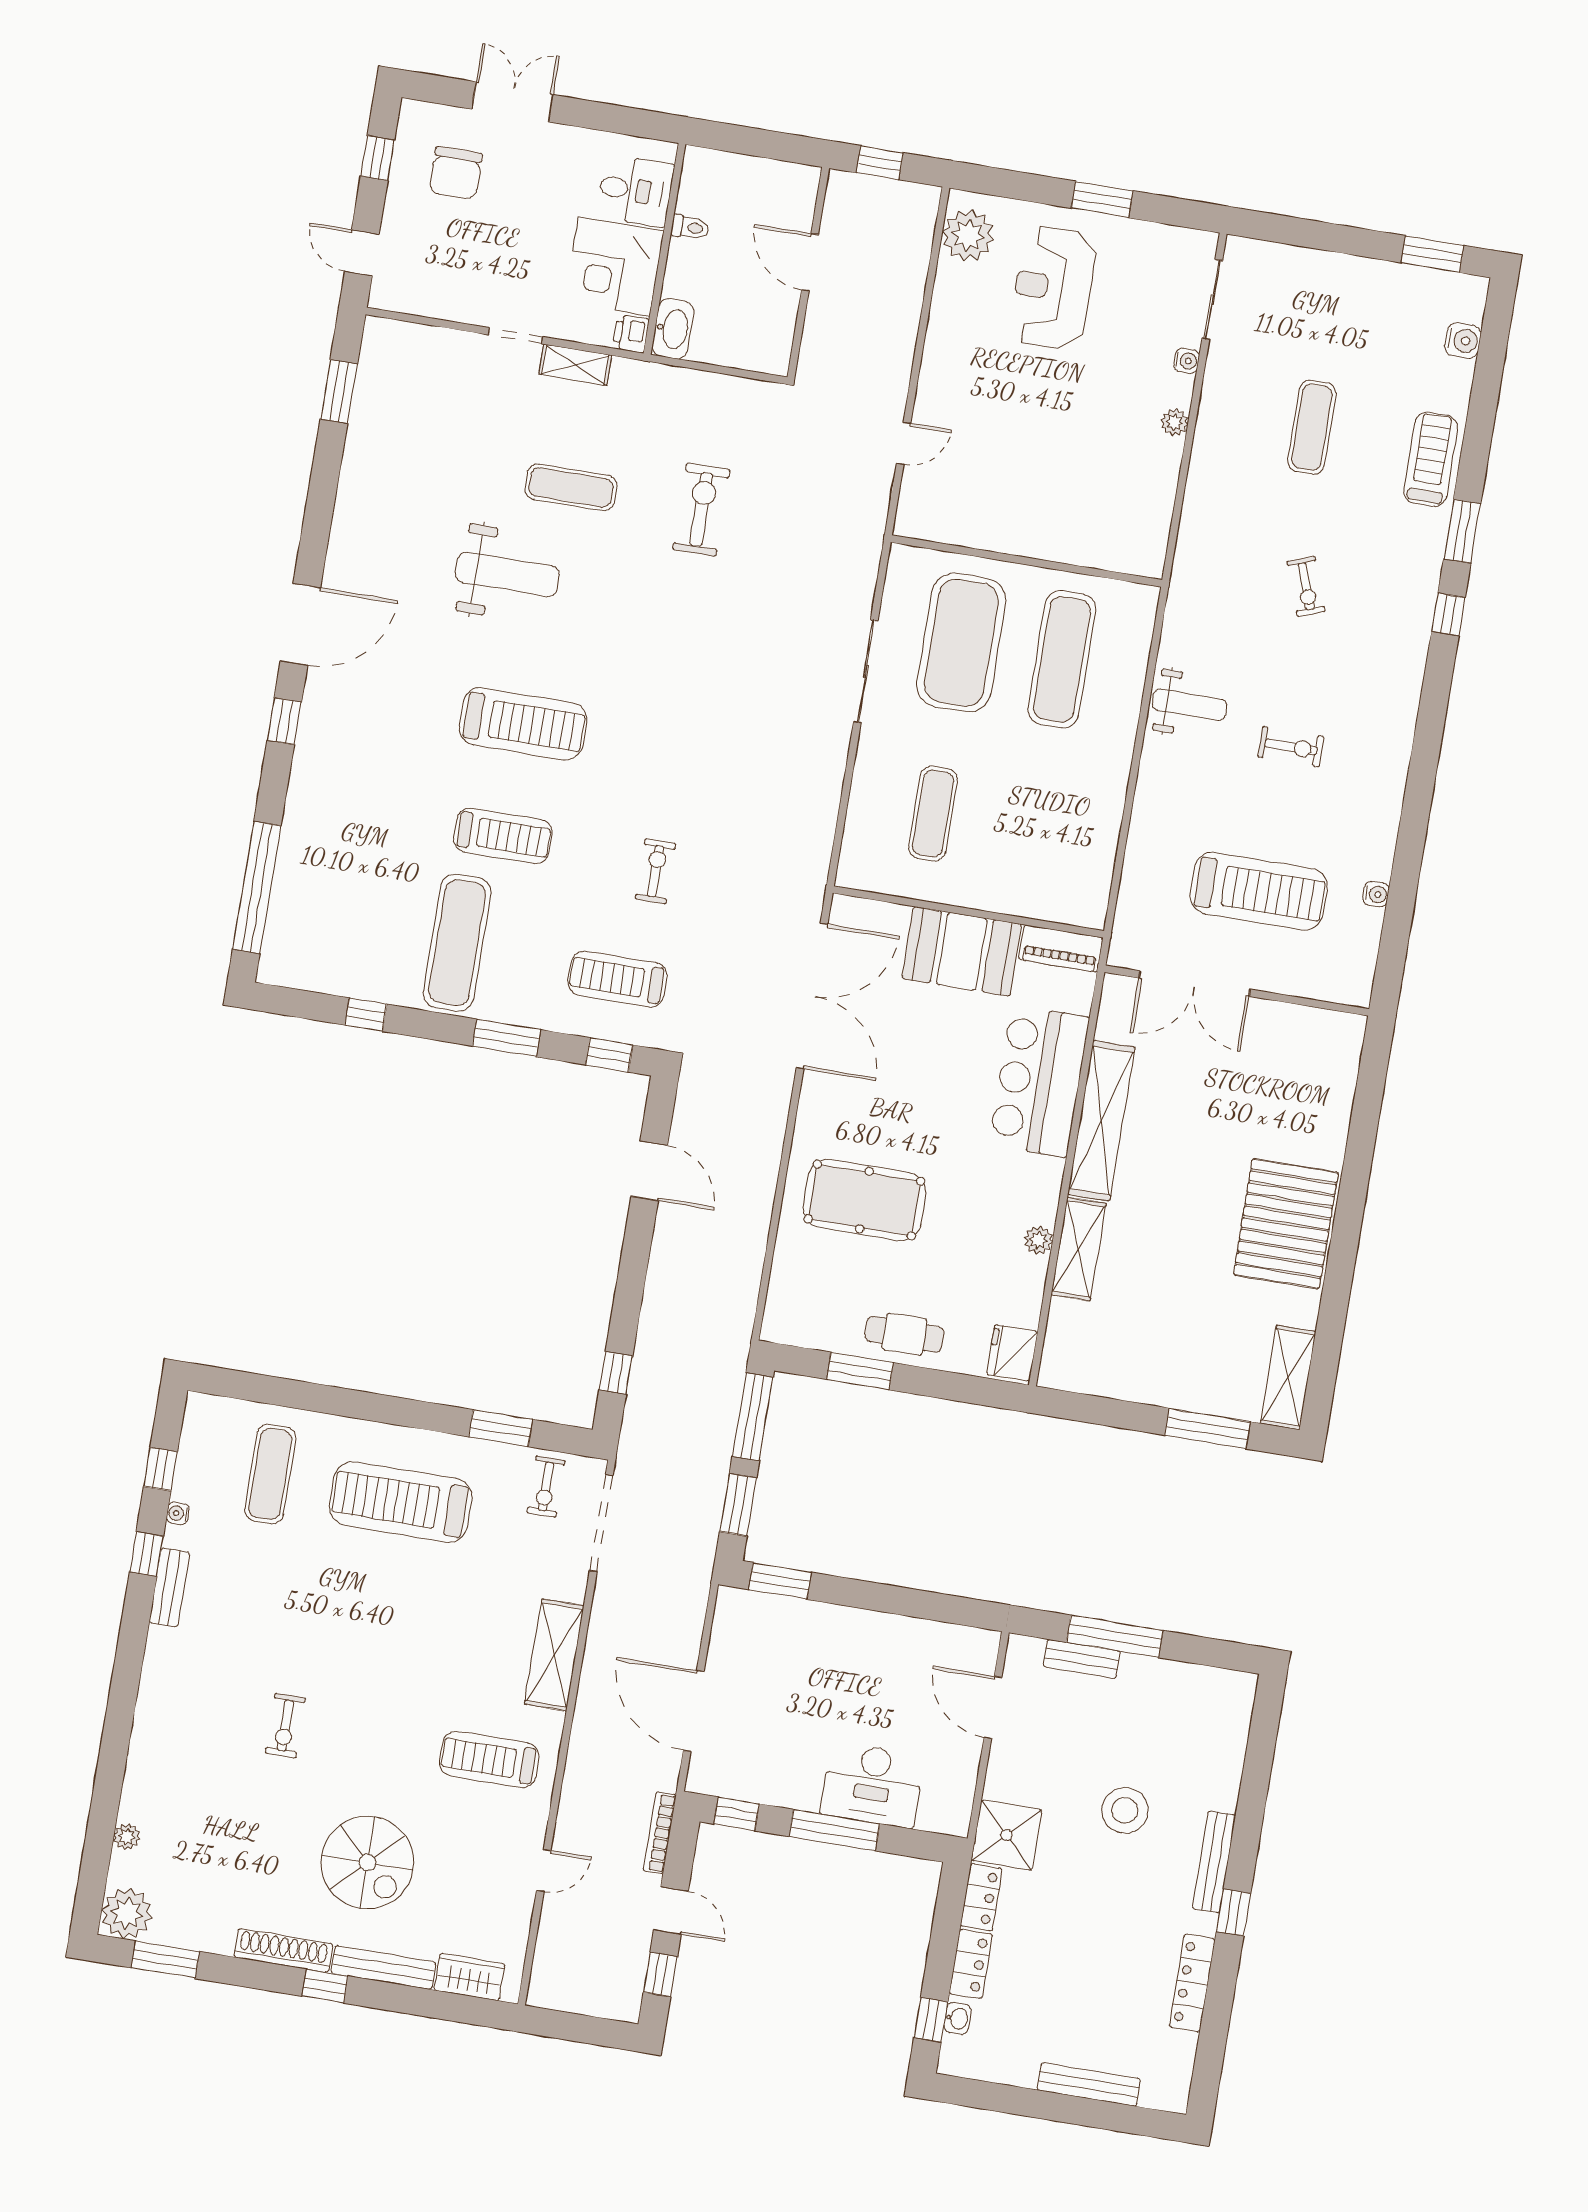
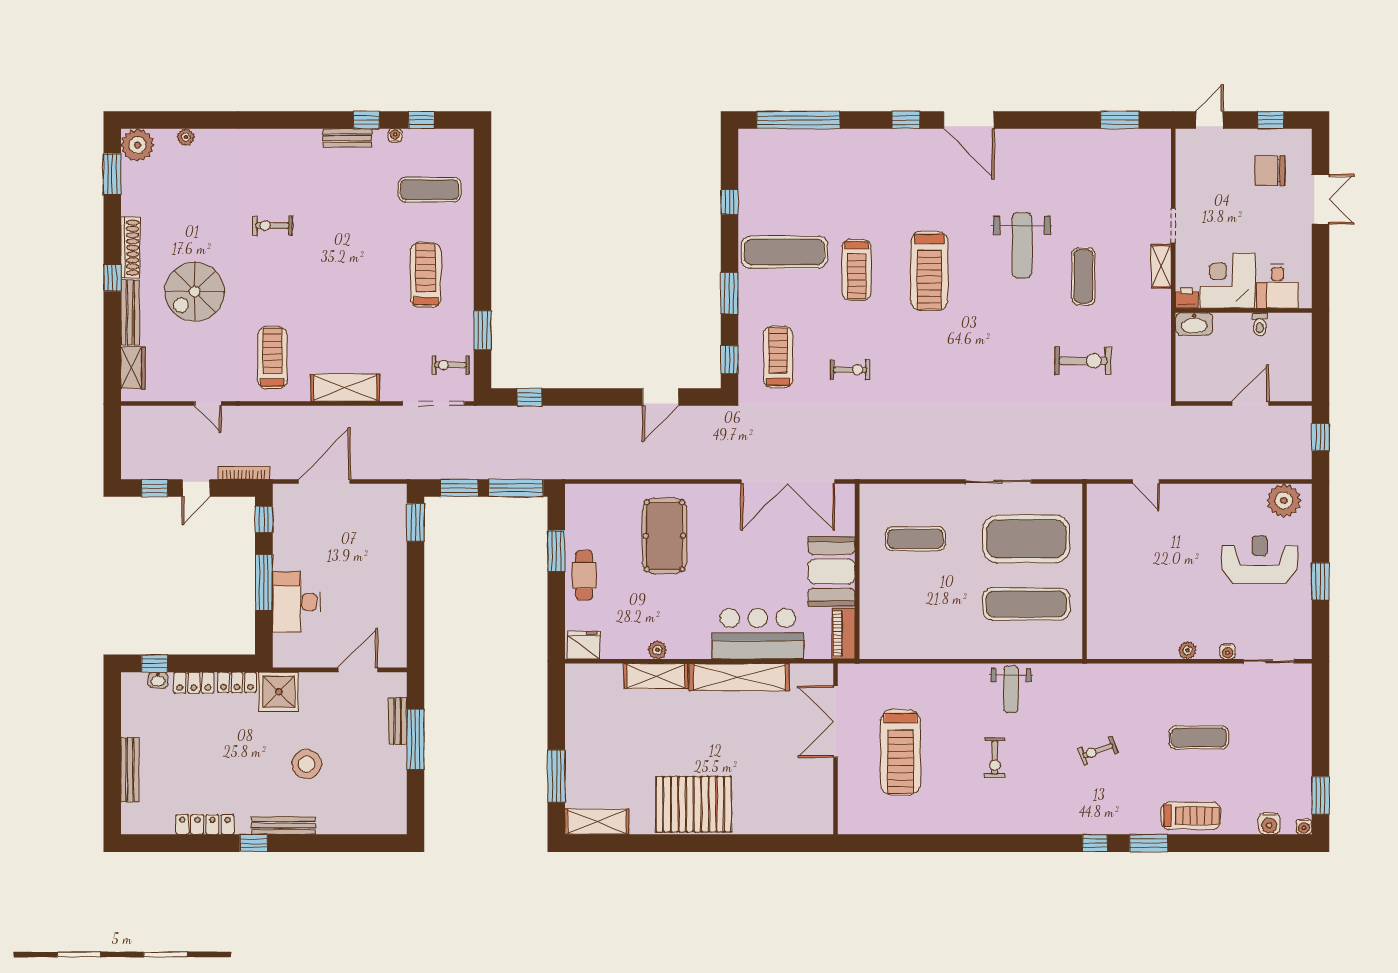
water cooler: (1376, 894) -> (1304, 827), moved
treadmill: (401, 1502) -> (426, 275), width x0.73, depth x0.73

